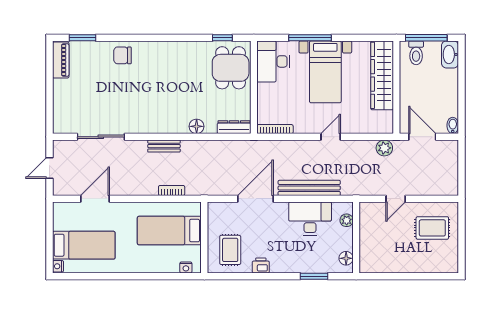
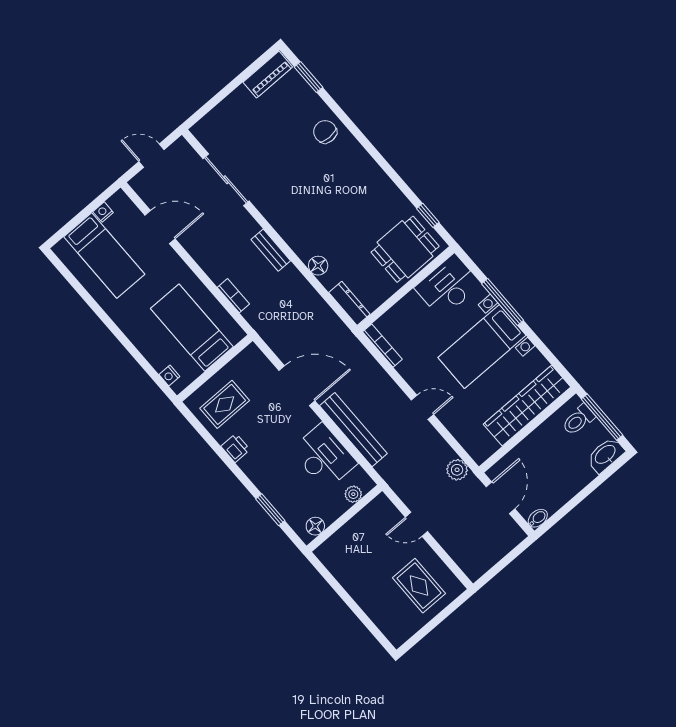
nightstand: (58, 266) -> (103, 212), moved

